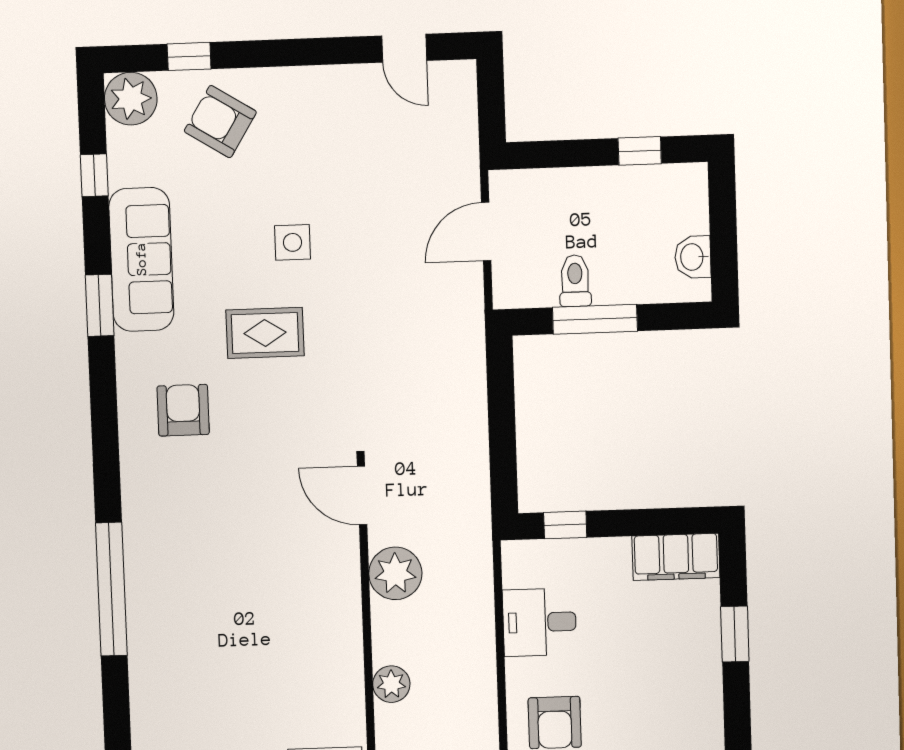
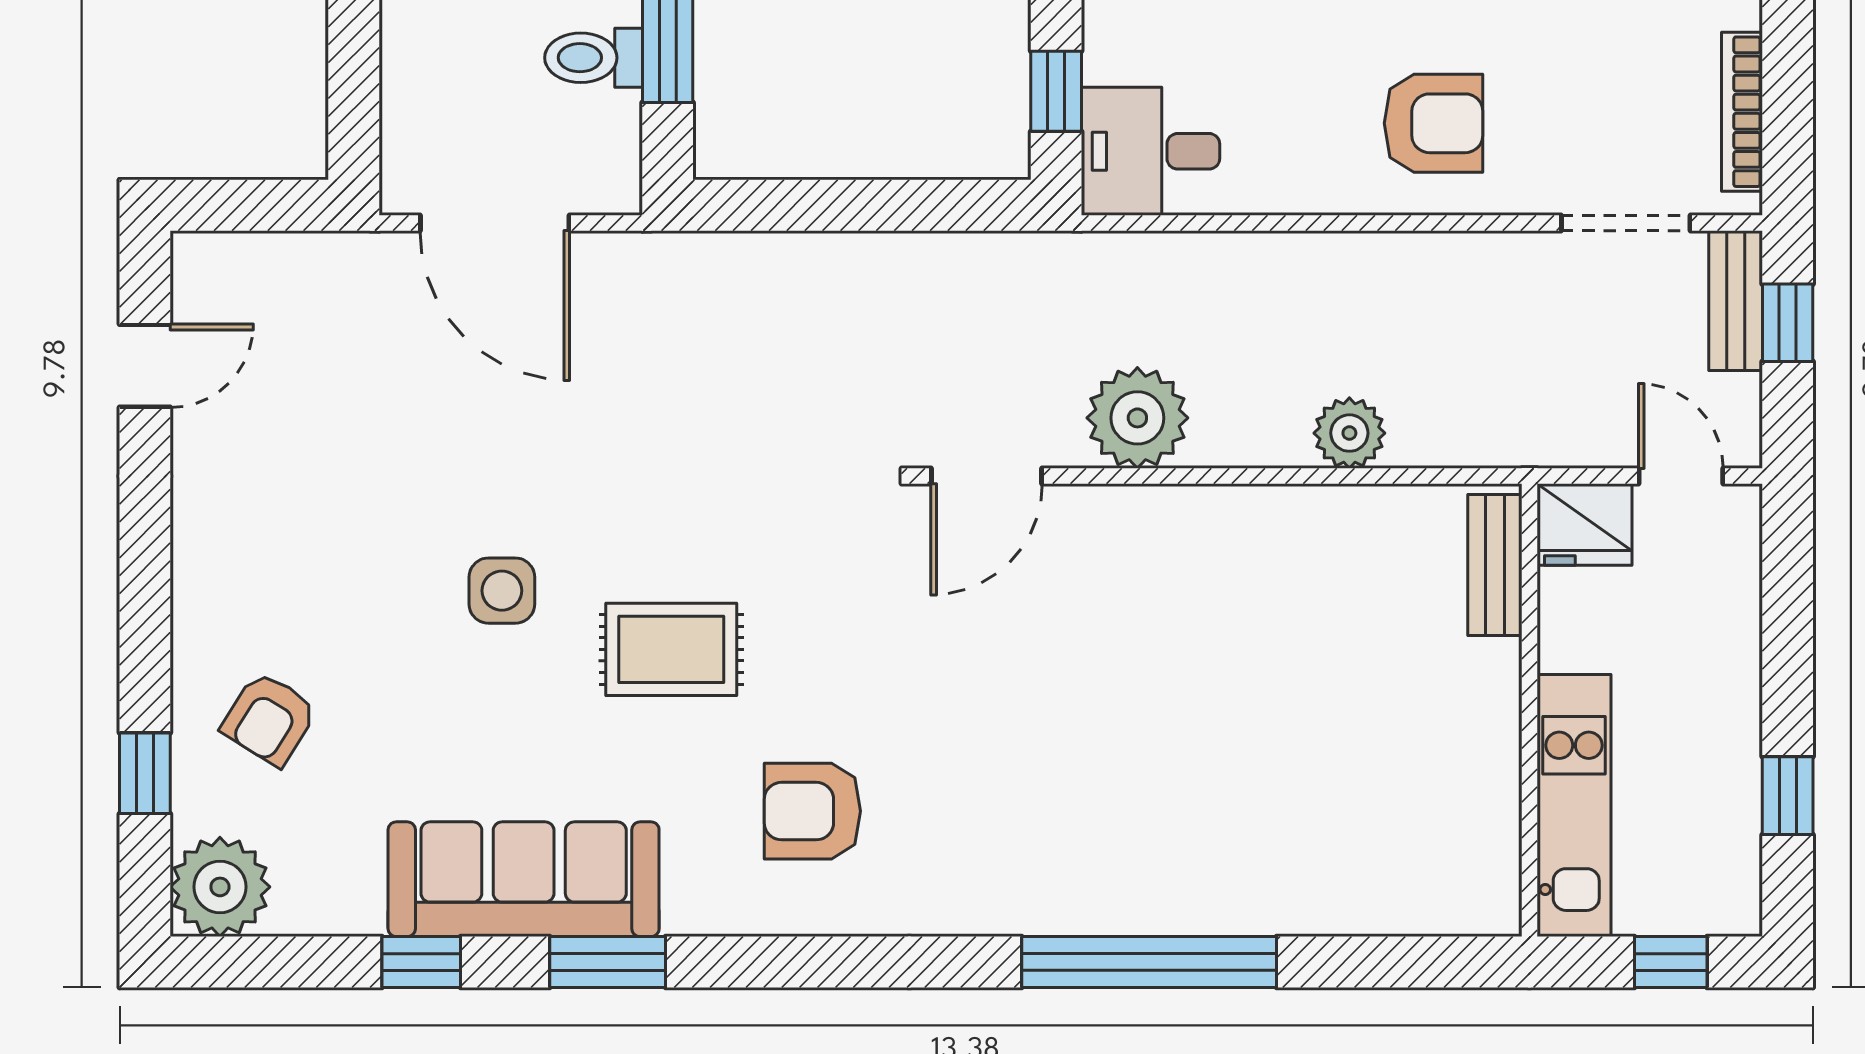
armchair: (220, 122) -> (269, 719), width x0.72, depth x0.72
window: (94, 175) -> (421, 962), moved
door: (486, 232) -> (495, 223), width x1.36
rug: (265, 333) -> (671, 649), turned 90
desk: (539, 622) -> (1151, 151), moved, turned 90

